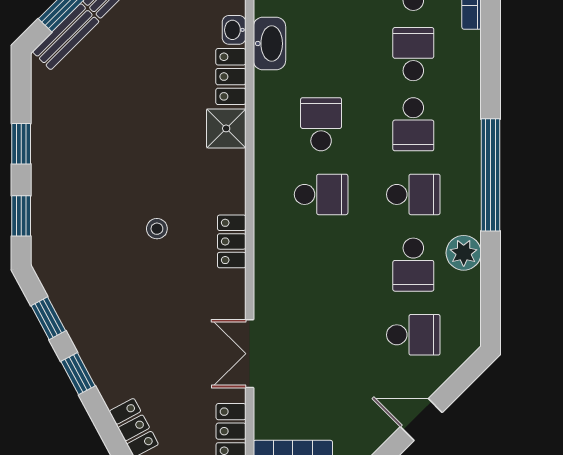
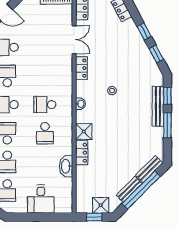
washbasin: (234, 30) -> (80, 104), moved
window: (21, 144) -> (167, 125), width x1.50
bench: (44, 190) -> (158, 106), added
locker: (232, 241) -> (81, 68), moved

